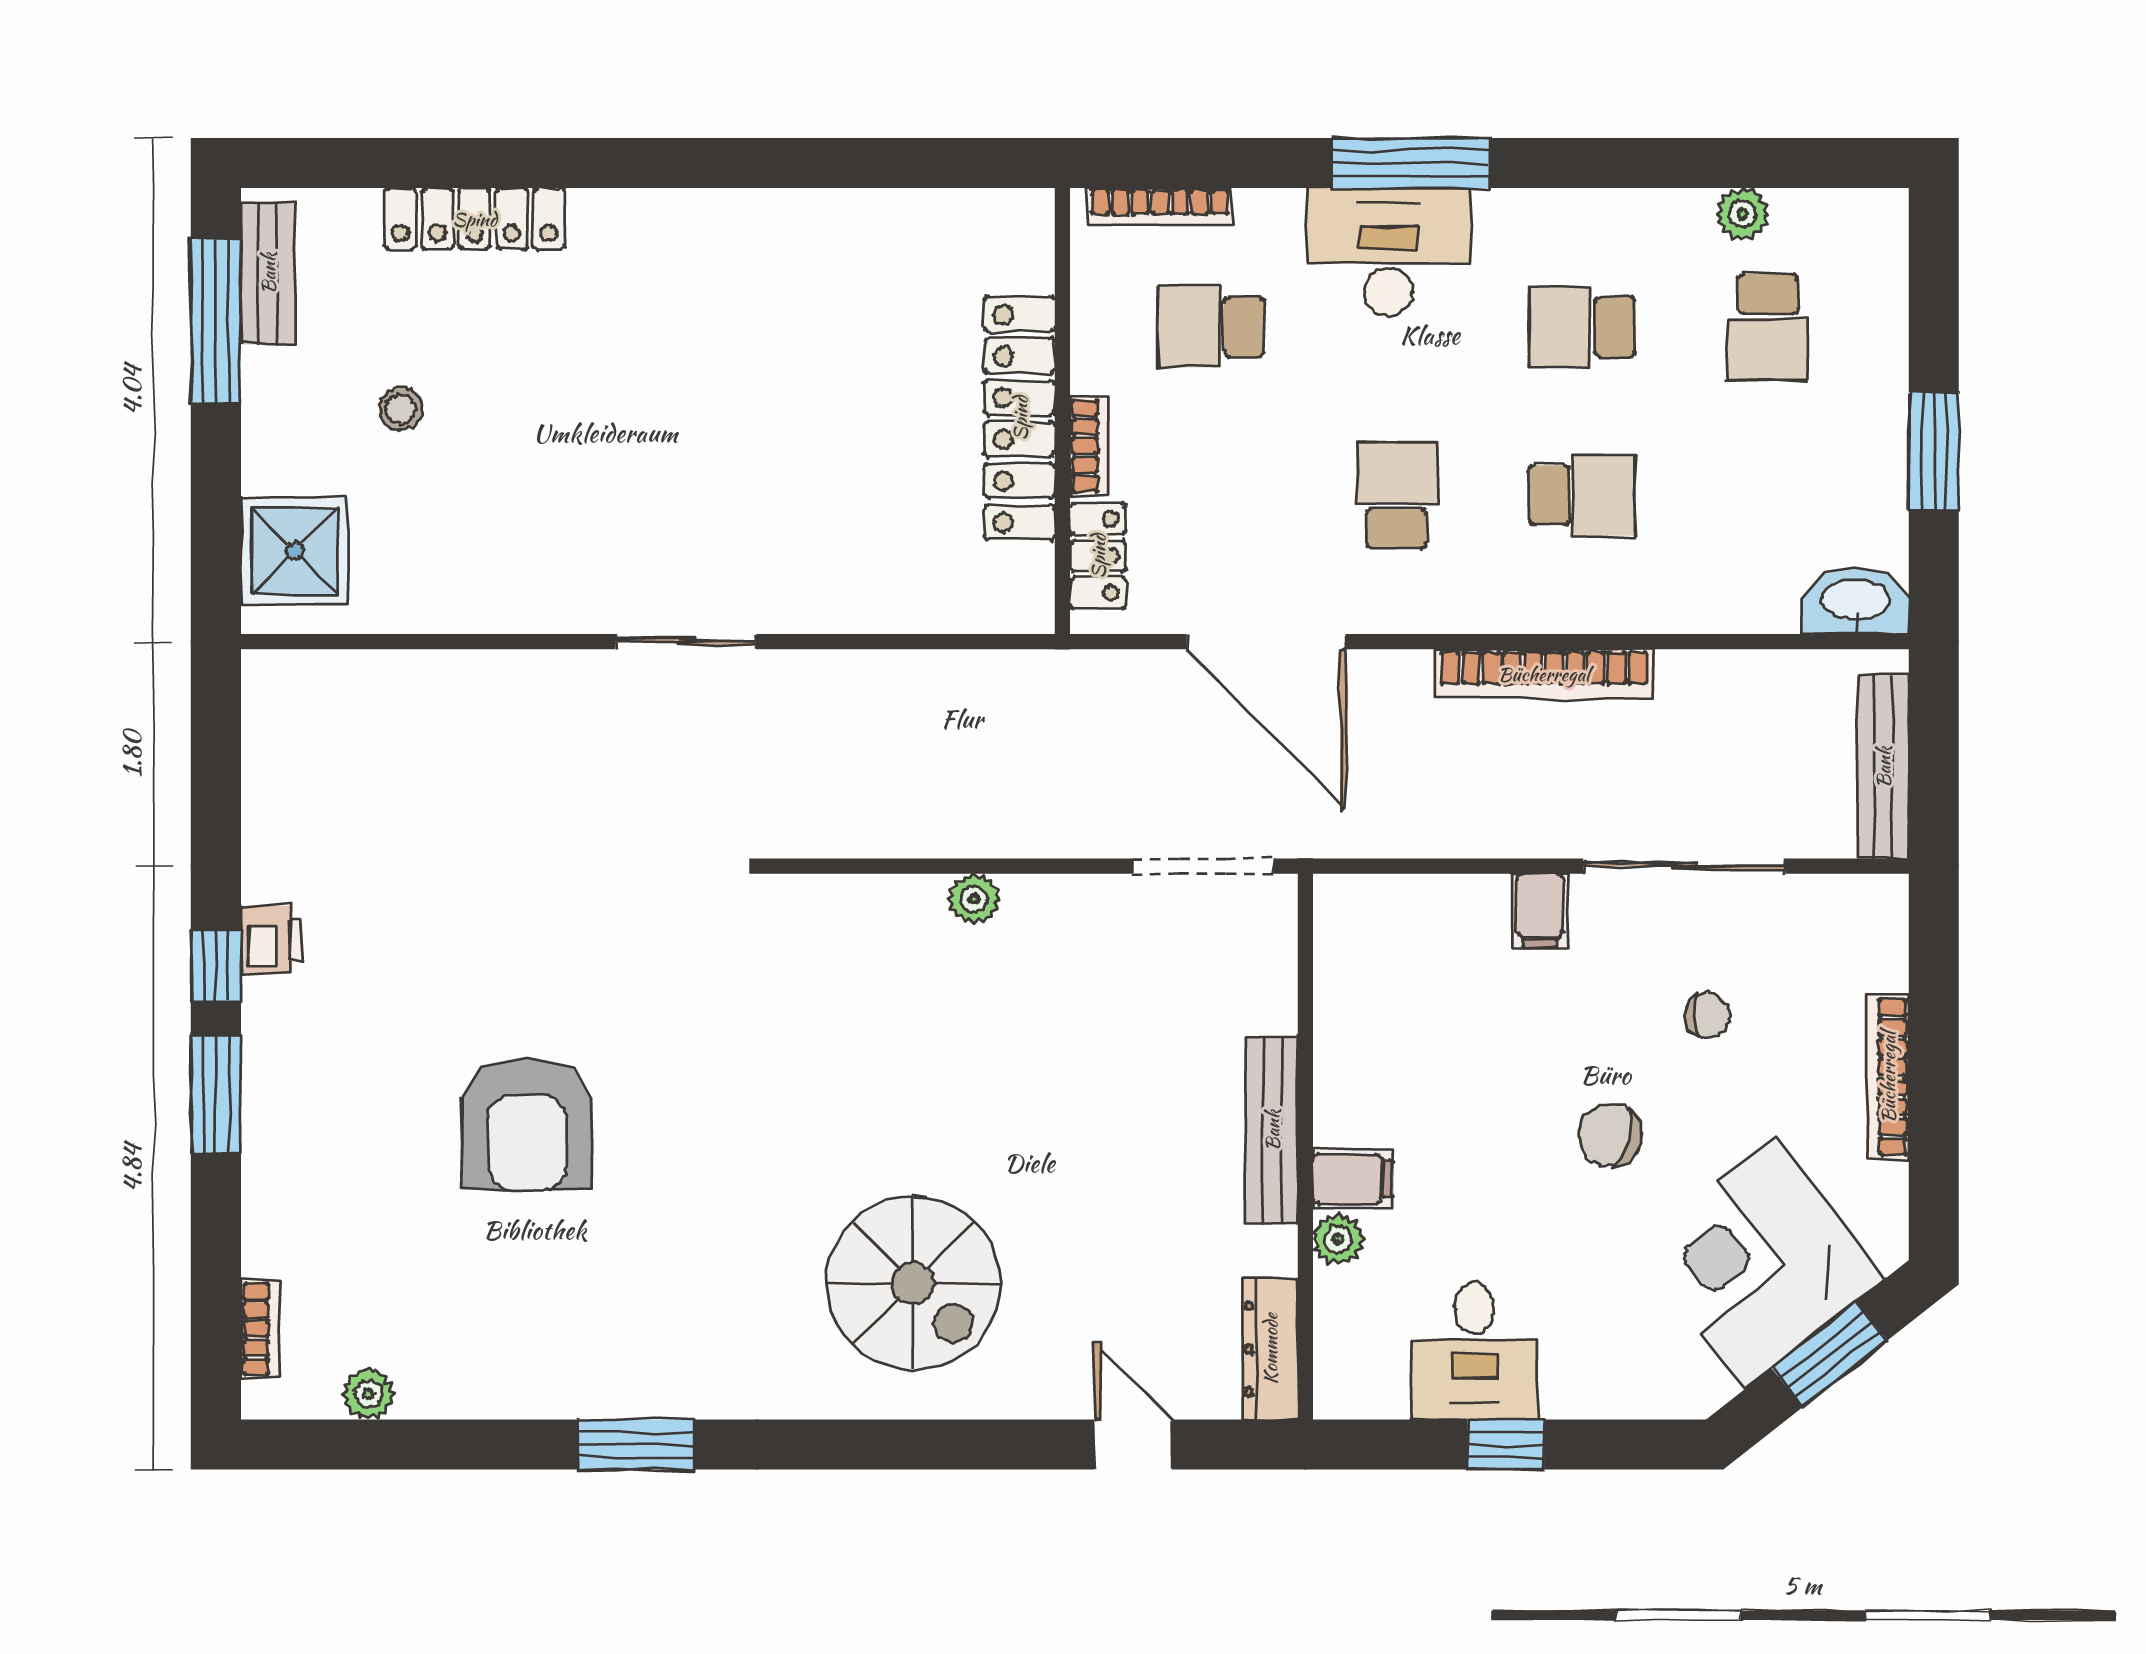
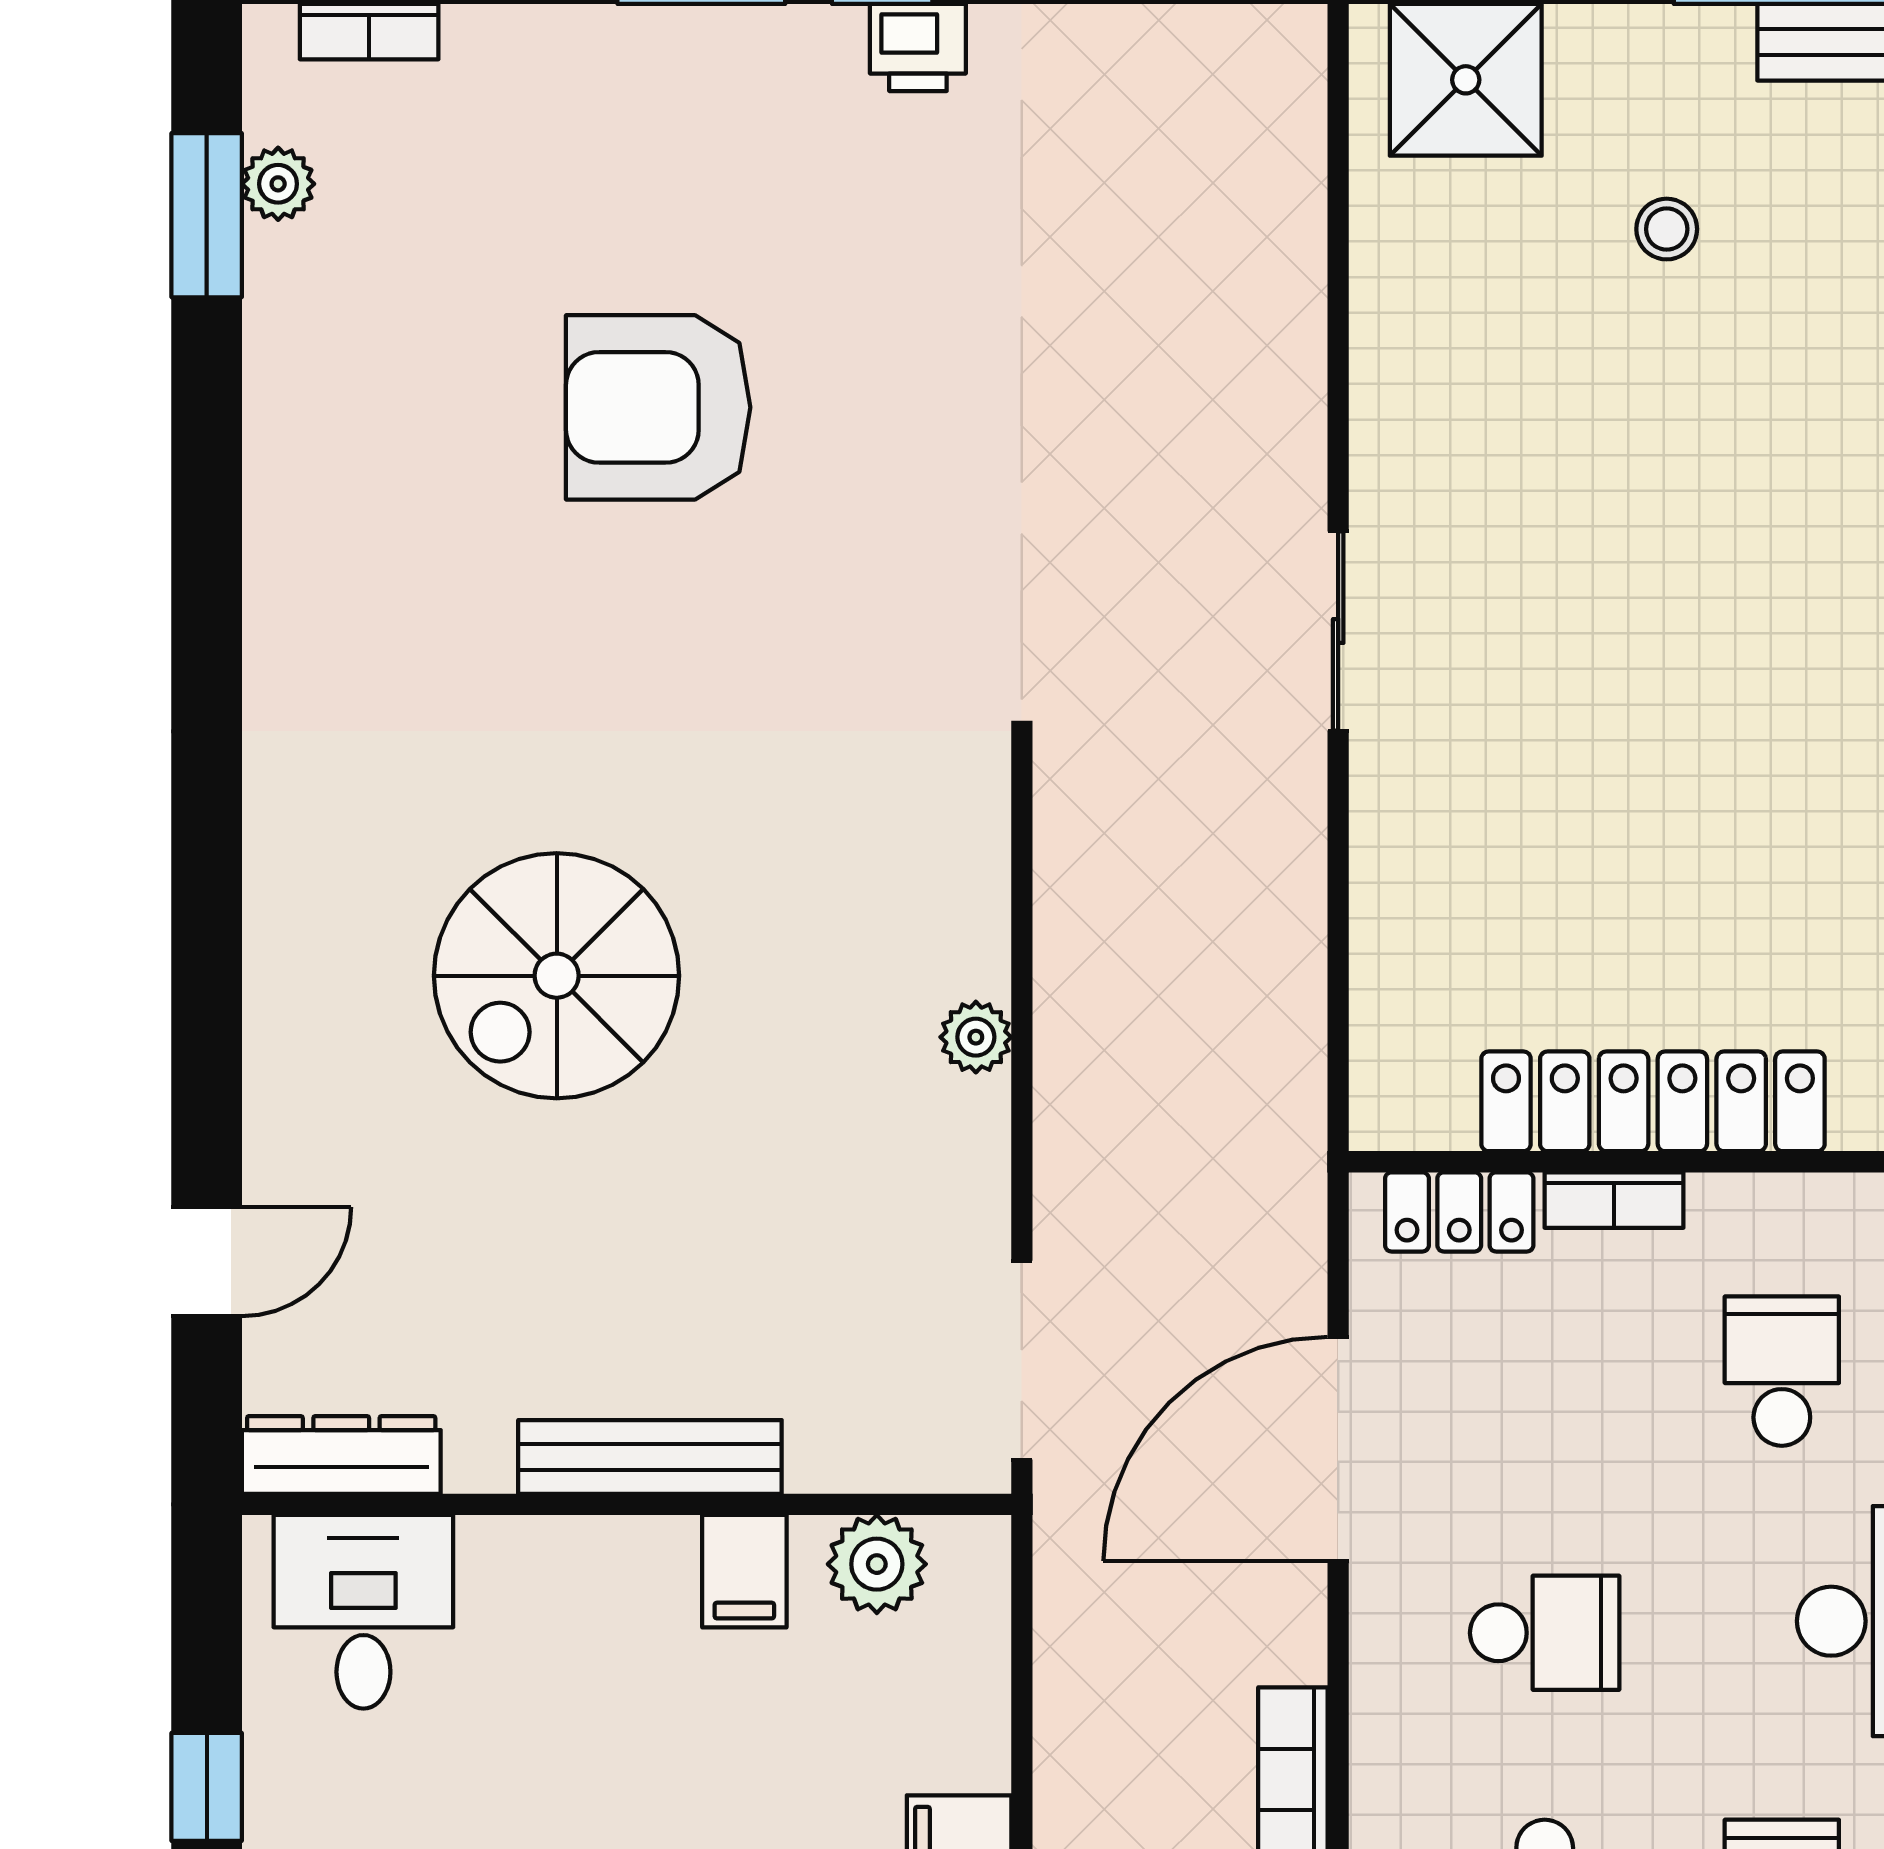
filing cabinet: (1353, 1179) -> (744, 1571), moved
plant: (1338, 1239) -> (877, 1564), moved, width x1.38, depth x1.38
spiral stairs: (913, 1283) -> (557, 976), moved
desk: (1474, 1351) -> (363, 1612), moved, turned 90
window: (636, 1445) -> (207, 215), moved

